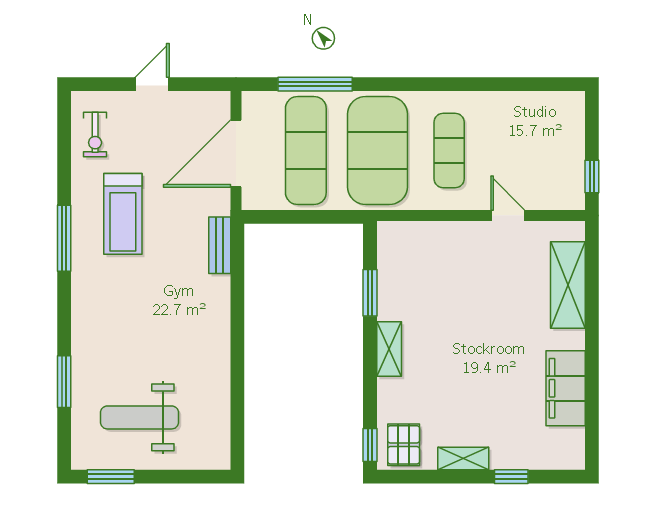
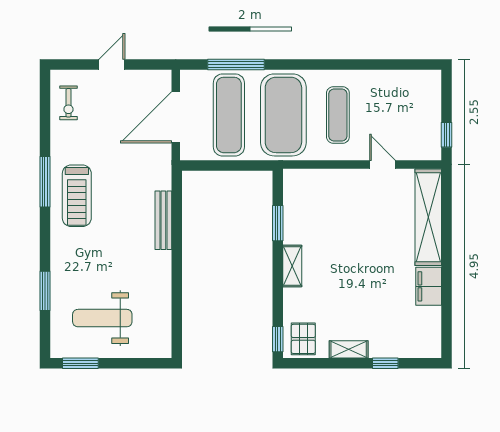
treadmill: (123, 214) -> (77, 196), moved
bench: (220, 245) -> (163, 220), moved, width x1.36
shelving: (568, 285) -> (428, 217), width x1.47
filing cabinet: (566, 388) -> (429, 286), width x0.67, depth x0.86

